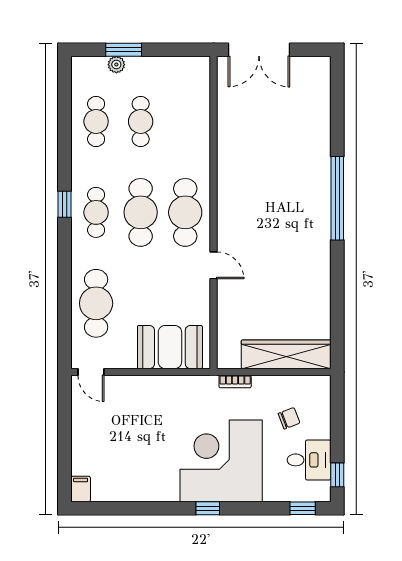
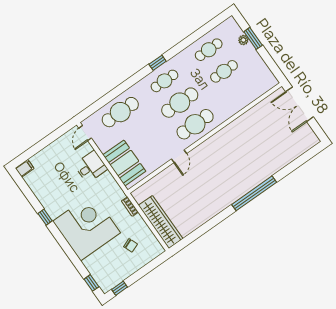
desk: (309, 460) -> (91, 167), moved, turned -90
window: (208, 508) -> (45, 217), moved

